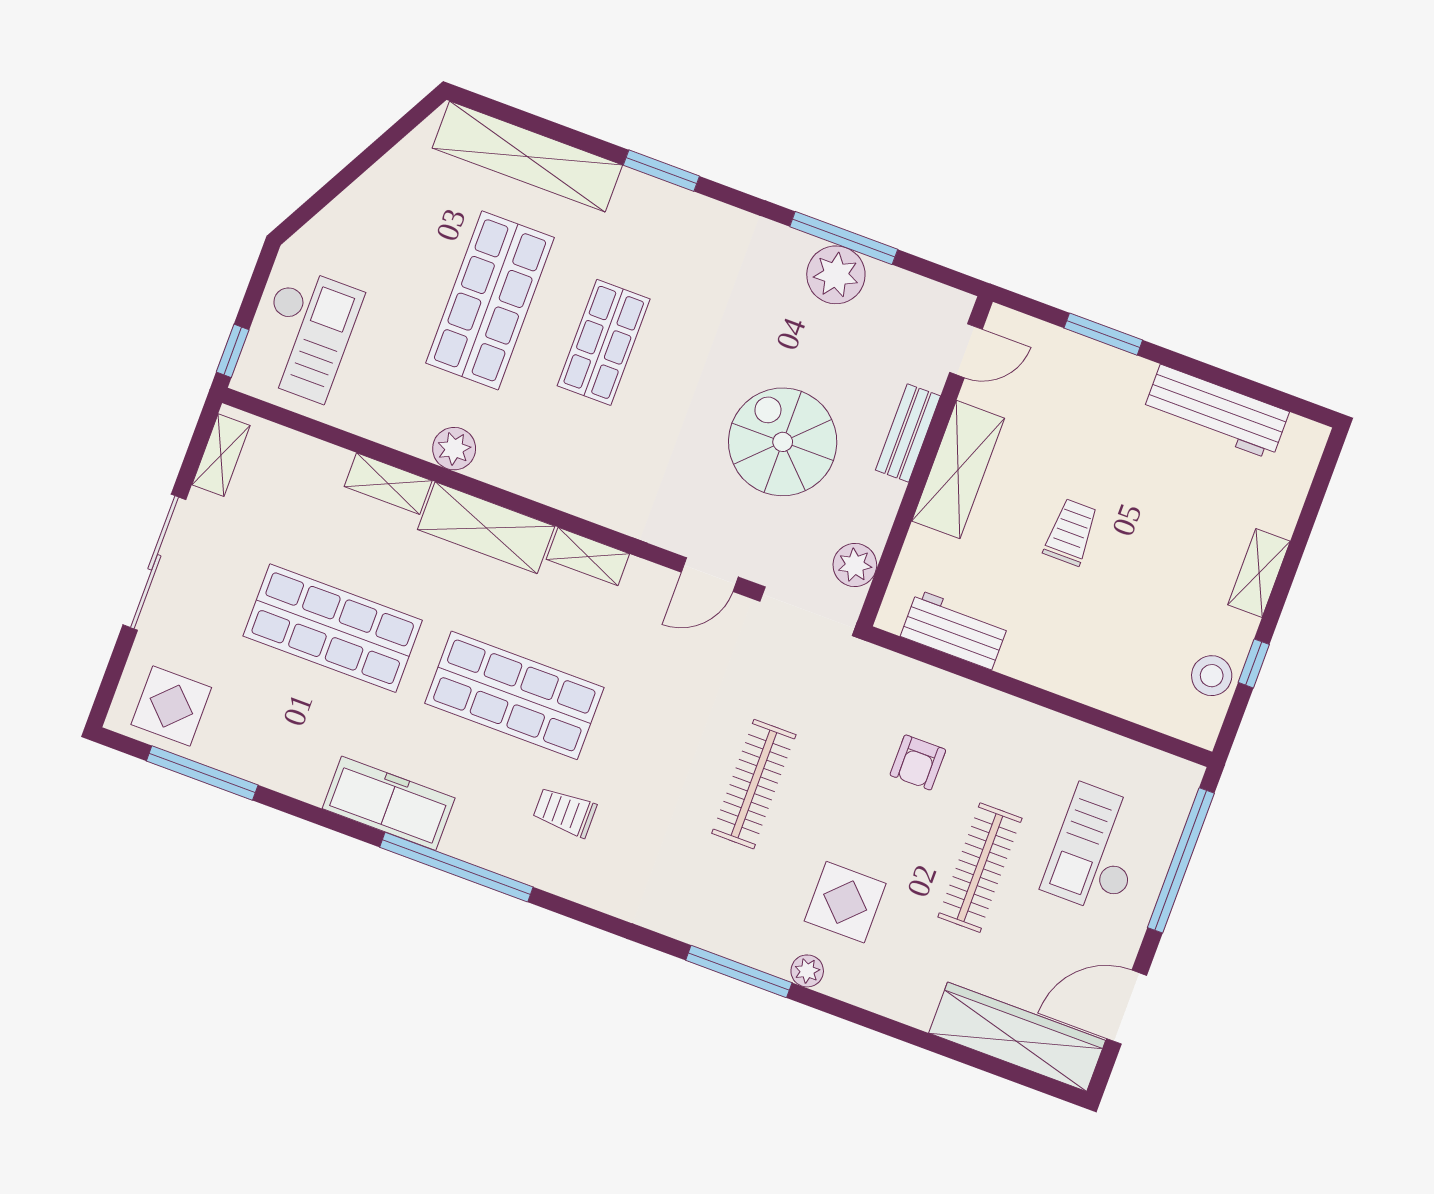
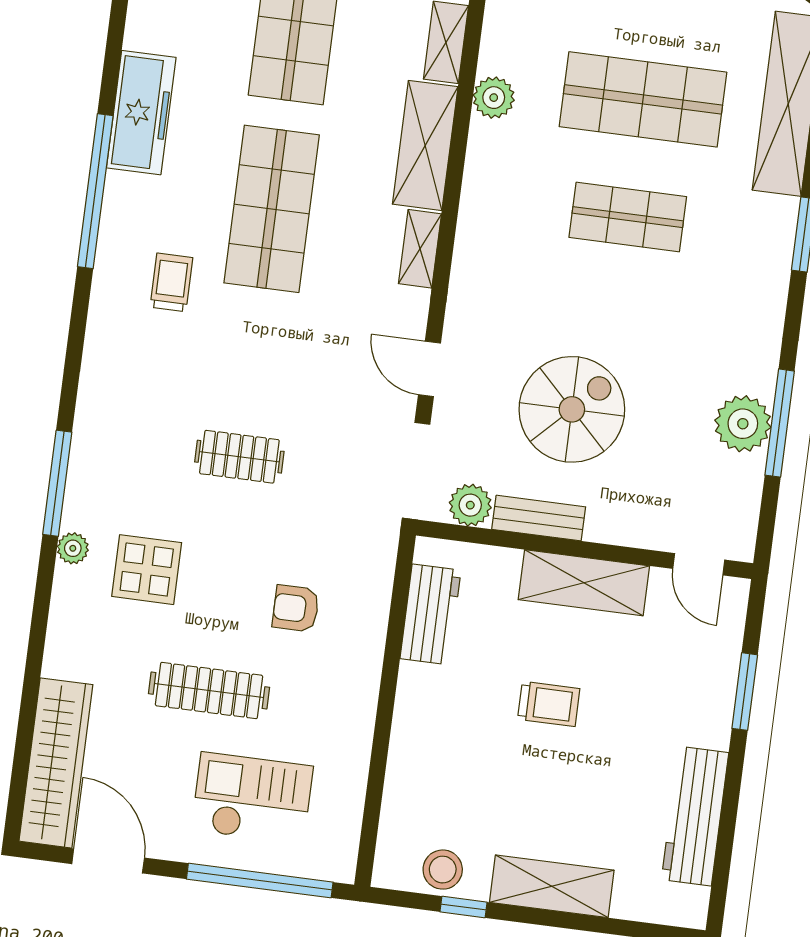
bench: (908, 433) -> (539, 518), moved
shelving: (1259, 573) -> (552, 886), width x1.50, depth x1.33
clothes rail: (754, 784) -> (239, 457), width x0.73

